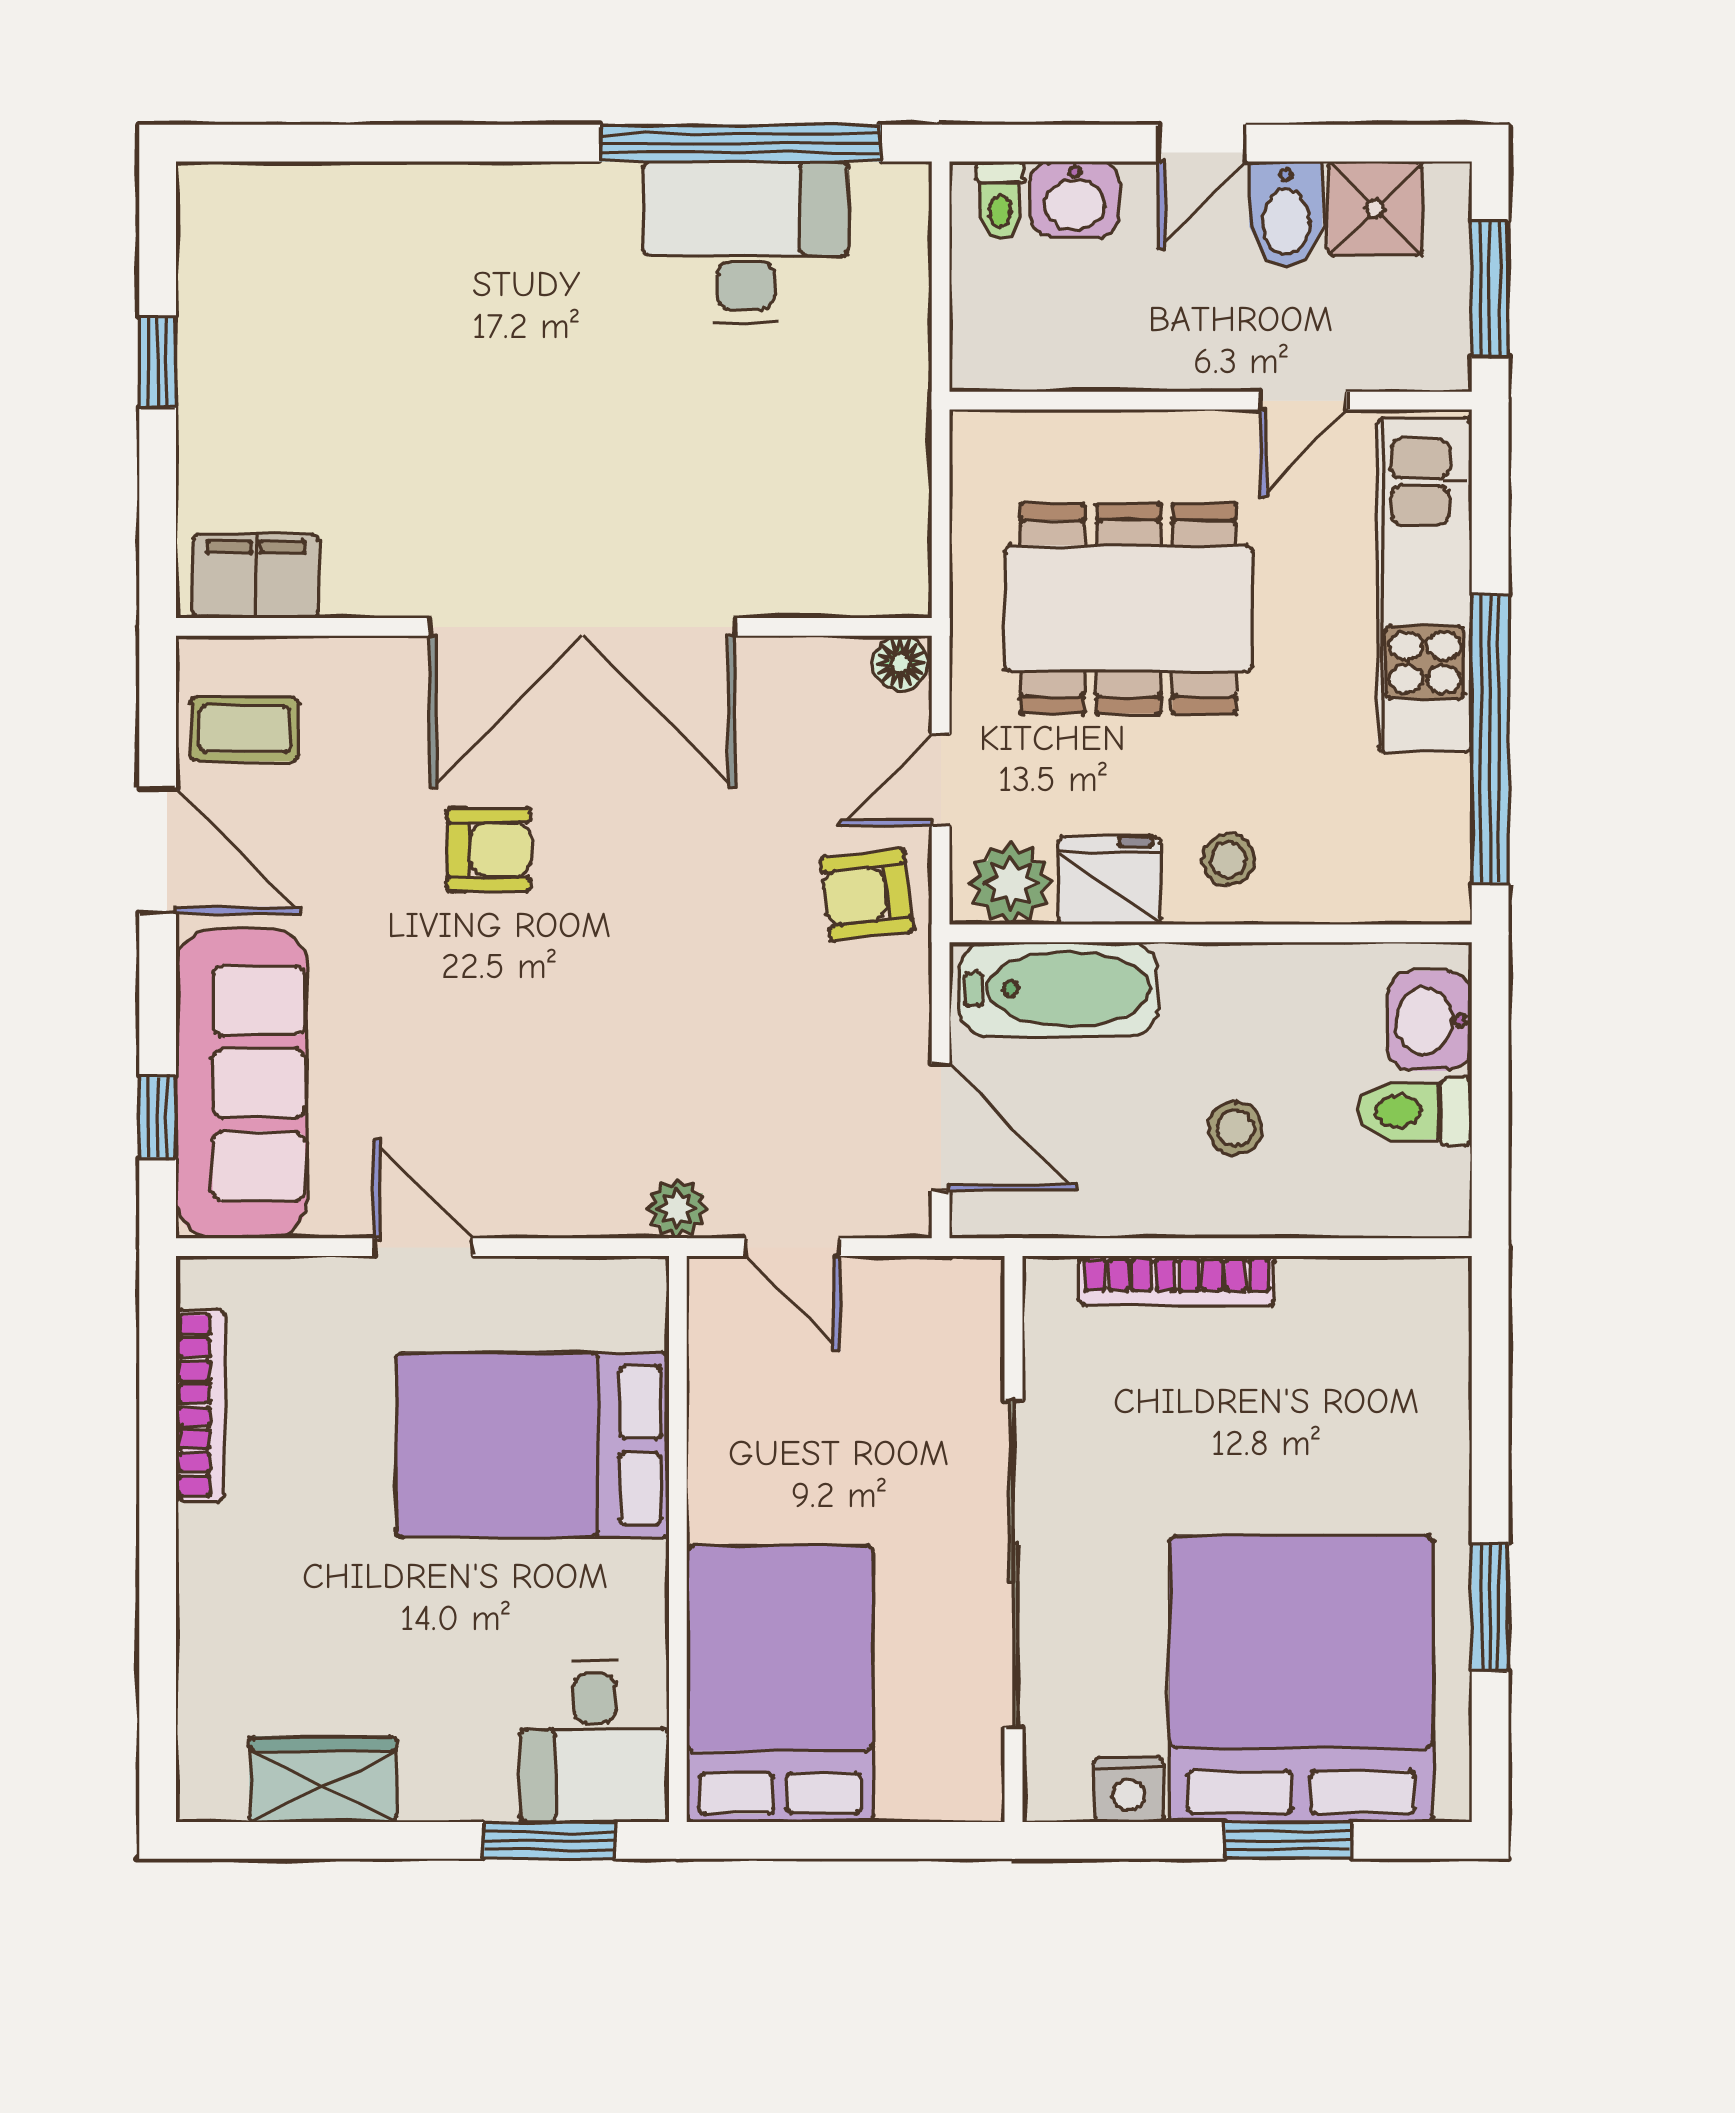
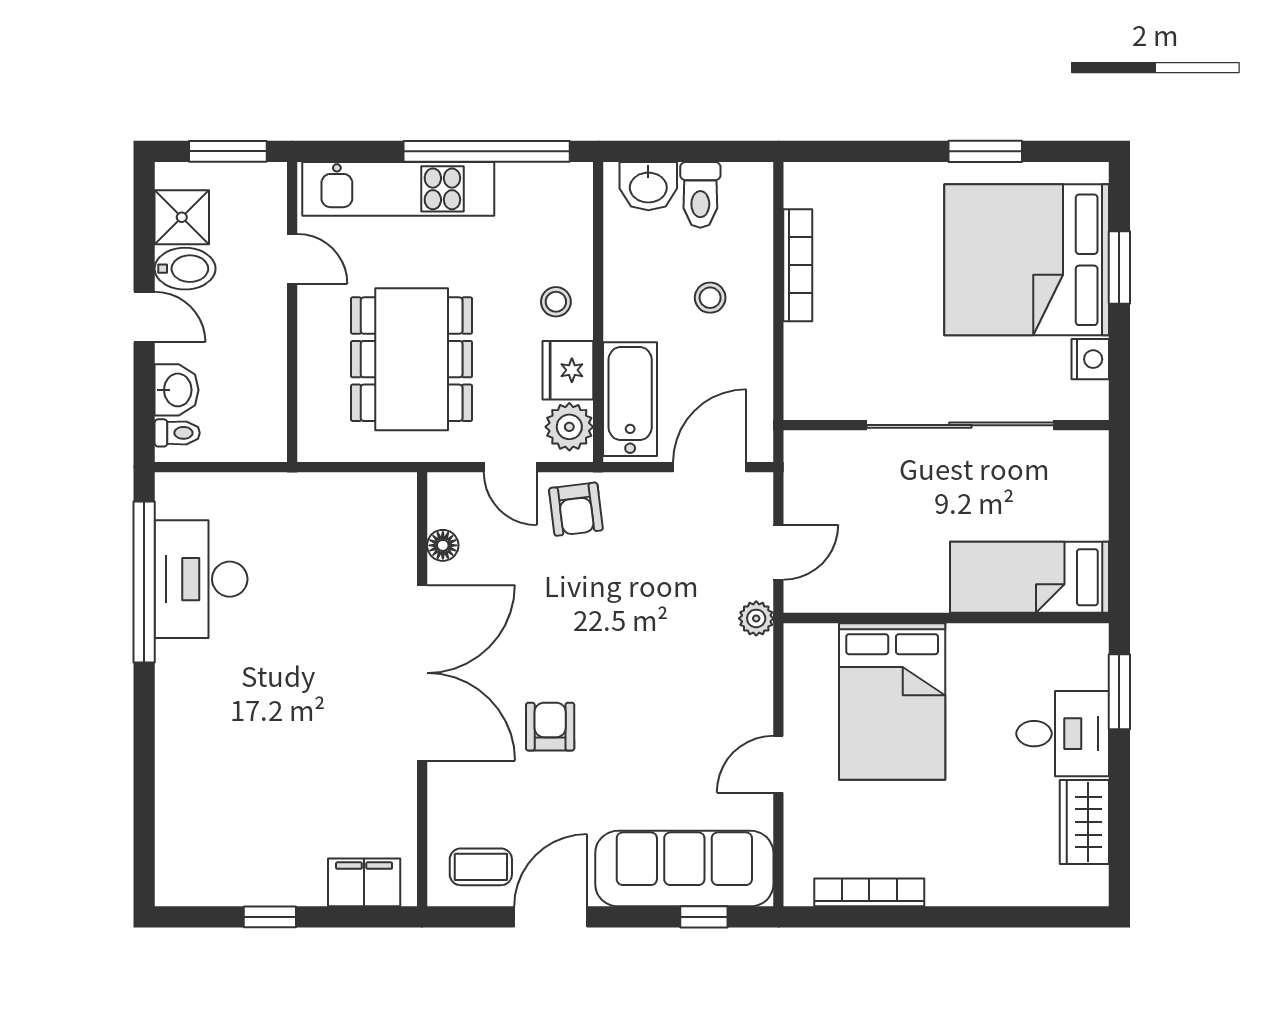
filing cabinet: (256, 576) -> (364, 882), moved, turned 90
floor lamp: (900, 663) -> (443, 545), moved
coffee table: (245, 729) -> (481, 867), turned 90
bookcase: (1177, 1281) -> (798, 265), moved
bed: (780, 1684) -> (1029, 577), width x0.67
desk: (595, 1742) -> (1063, 734), moved

